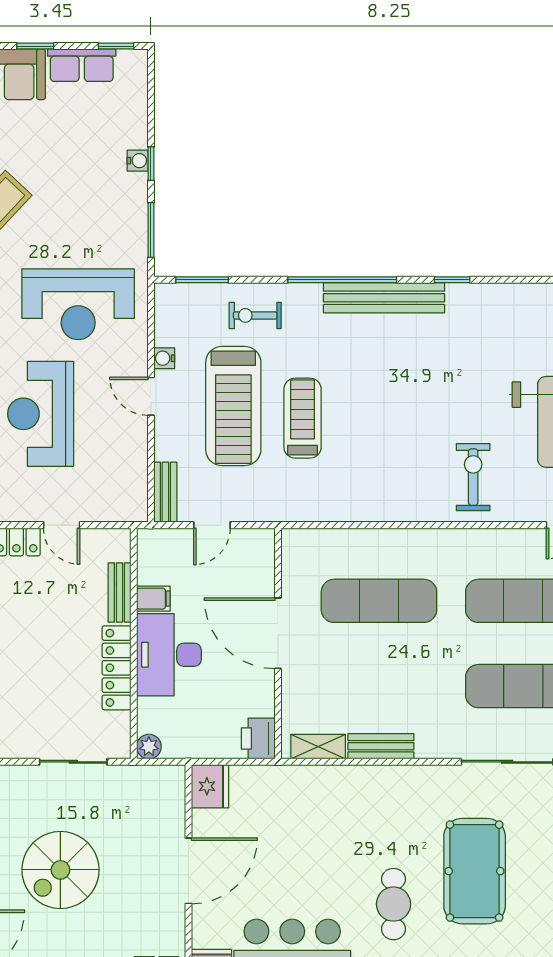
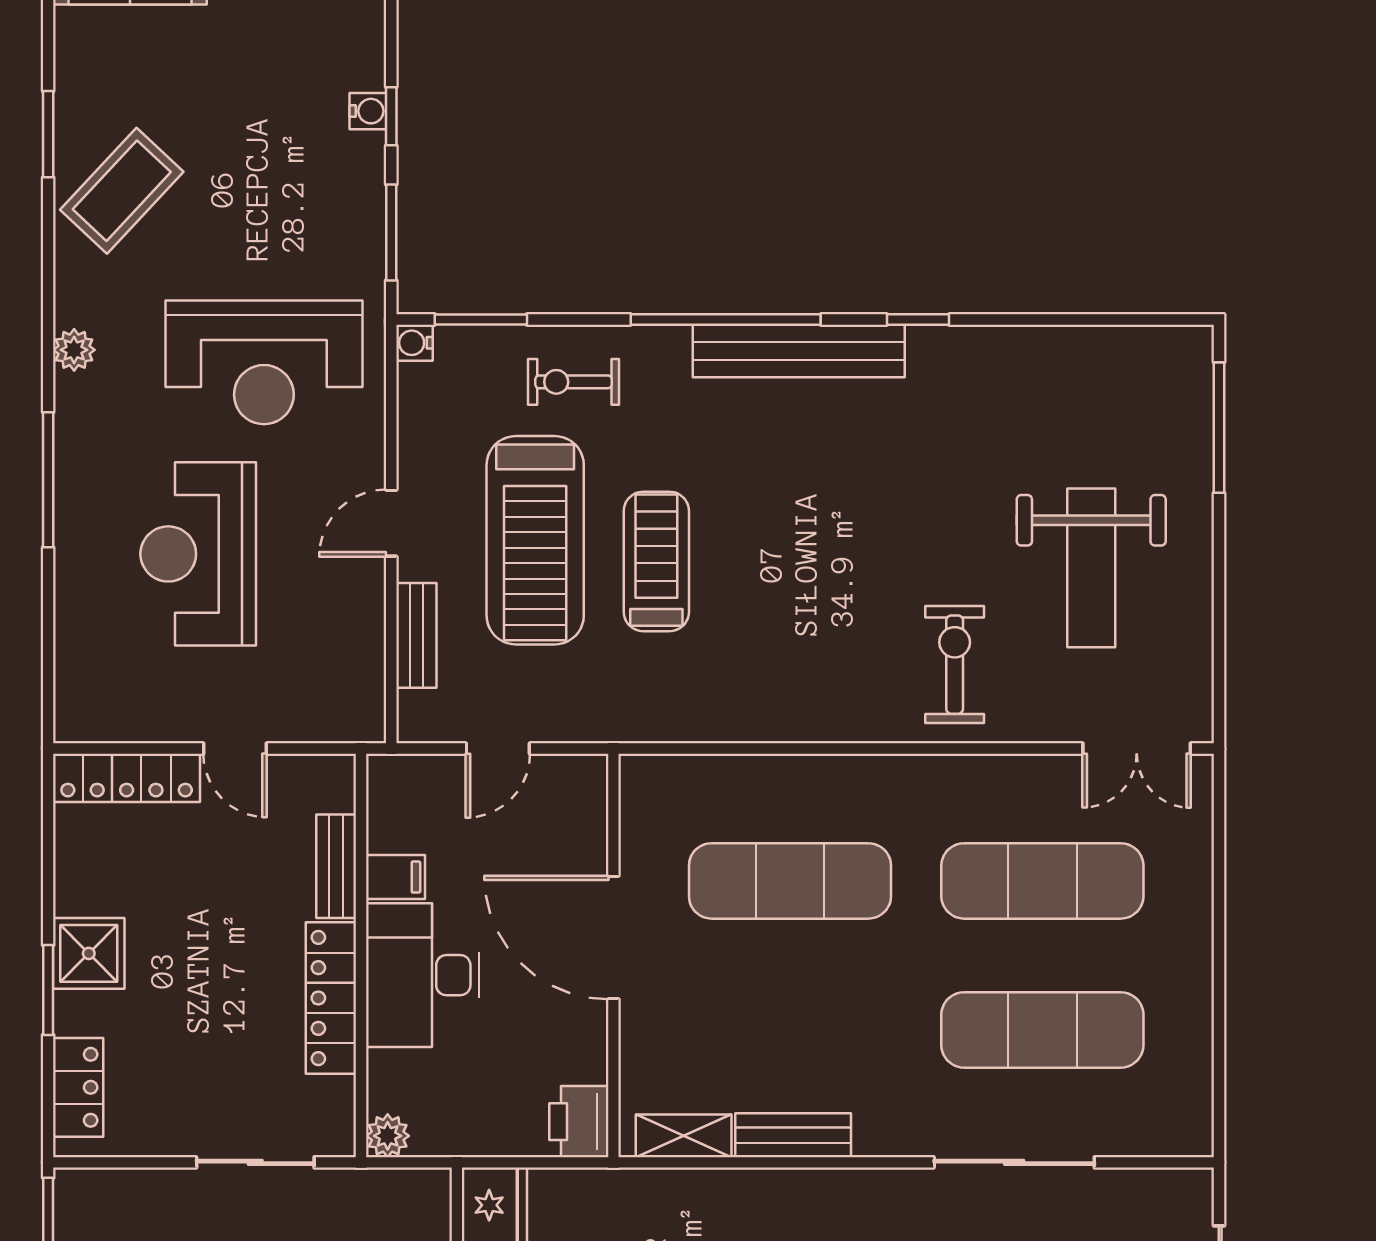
water cooler: (164, 358) -> (415, 343), moved
door: (151, 396) -> (391, 523), hinge flipped
bench: (165, 492) -> (416, 635), moved

